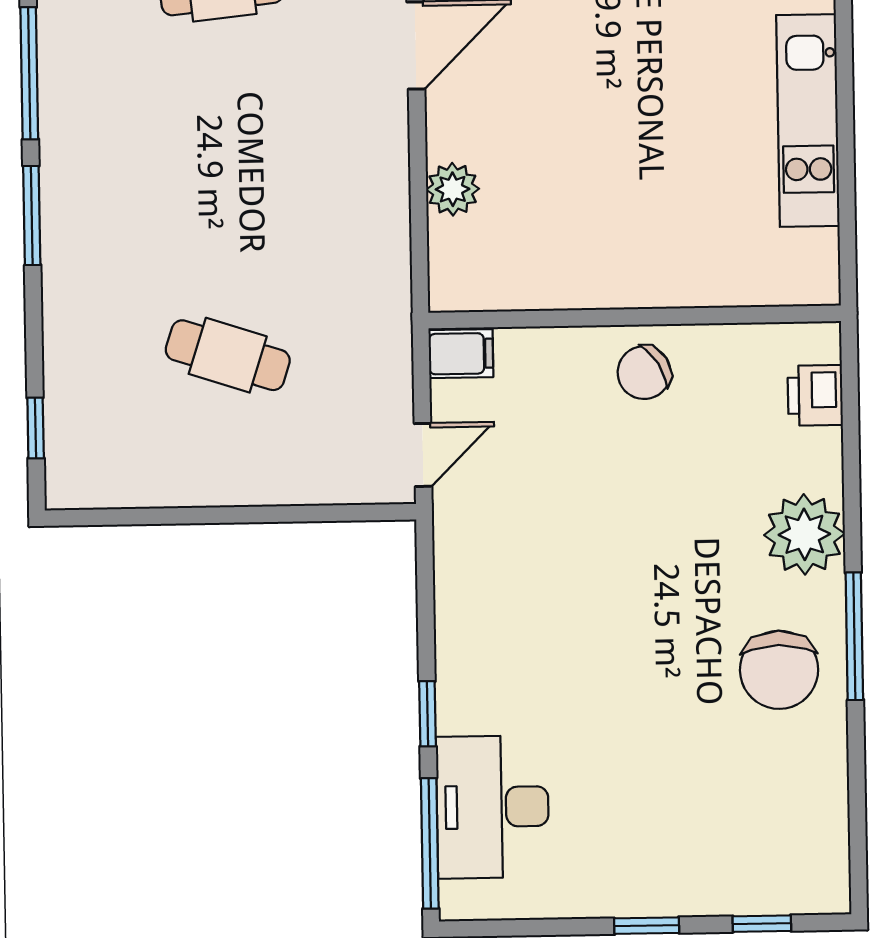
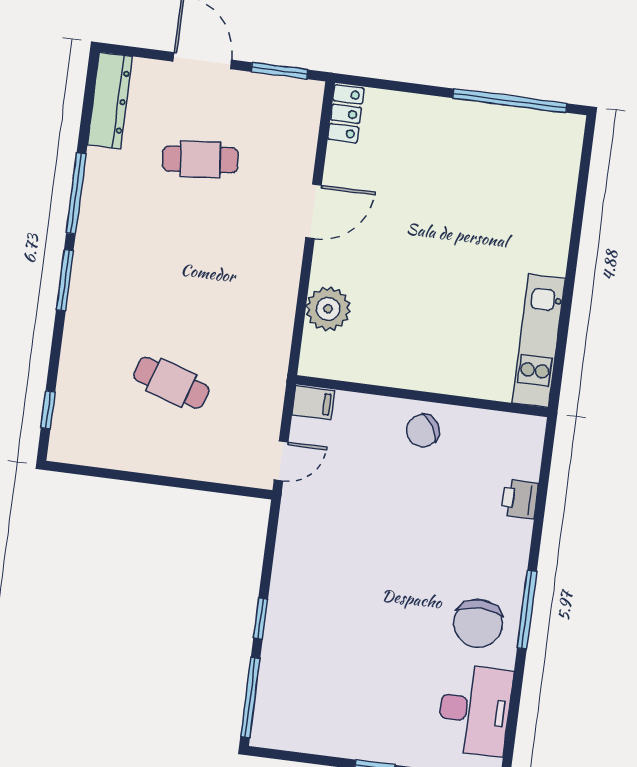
kitchen unit: (808, 120) -> (539, 341), moved
plant: (453, 189) -> (328, 309), width x1.36, depth x1.36
printer: (815, 395) -> (520, 499), moved
plant: (804, 534) -> (506, 543), removed
desk: (493, 807) -> (475, 710), moved, turned 180

